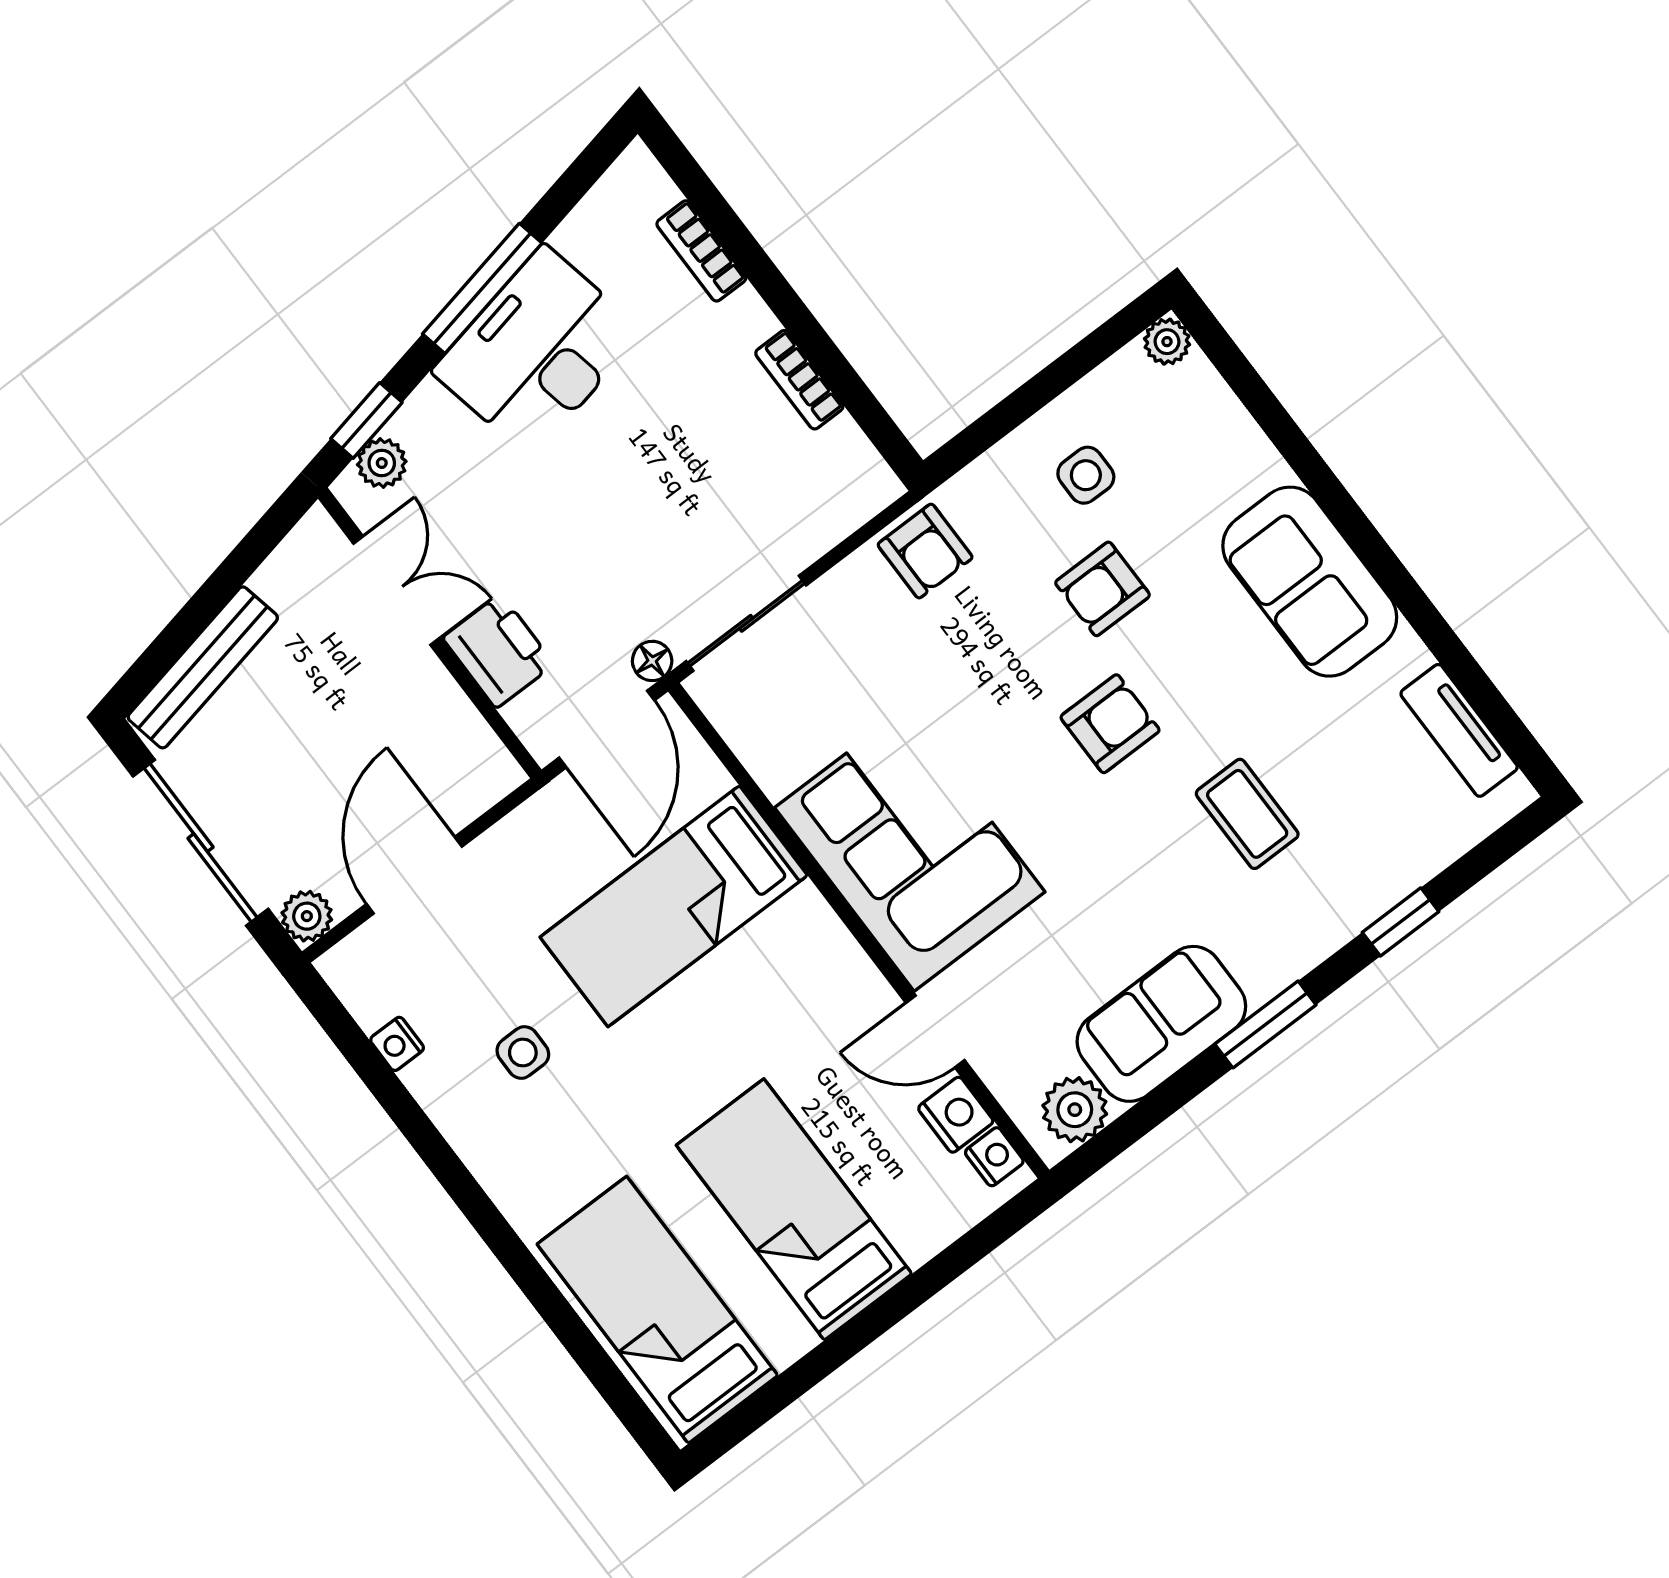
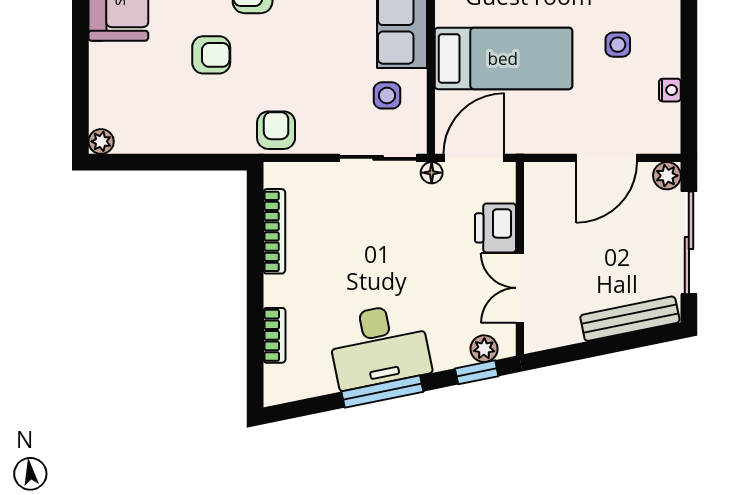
bookcase: (799, 380) -> (274, 231), width x1.56
side table: (1086, 475) -> (387, 95), moved

